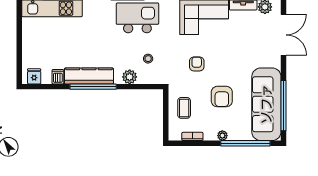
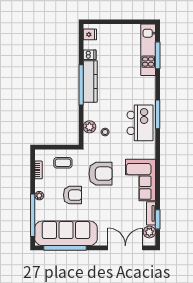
double door: (283, 35) -> (125, 248), swing flipped
armchair: (197, 64) -> (101, 174), width x1.88, depth x1.88
plant: (130, 77) -> (89, 127), moved
armchair: (222, 97) -> (73, 195), turned 180

